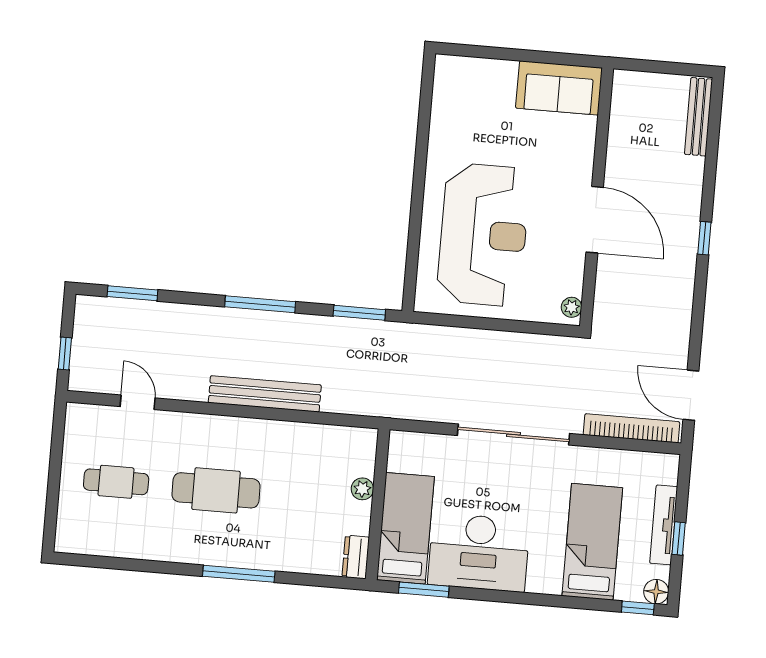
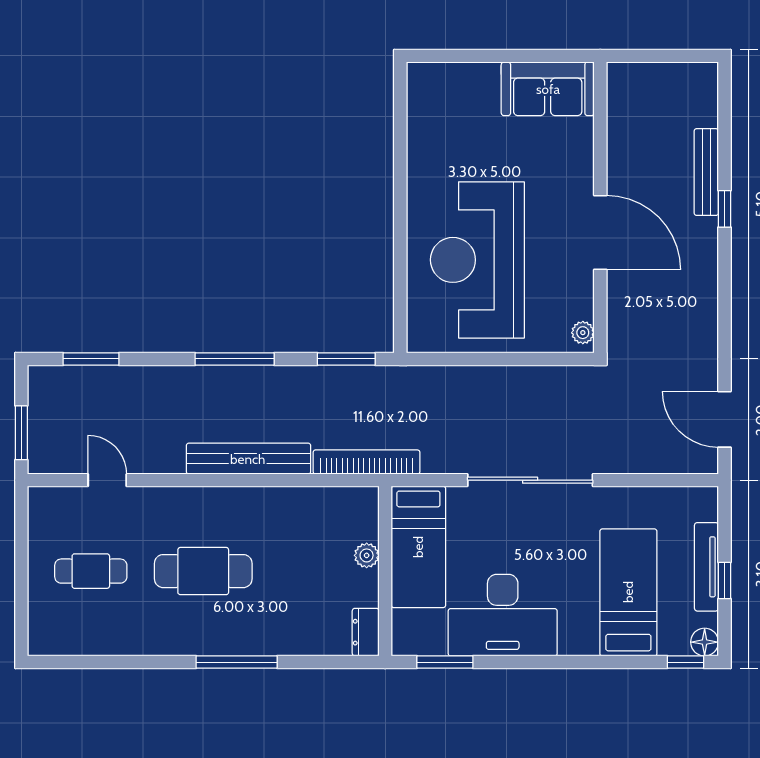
bench: (698, 117) -> (706, 172), moved
reception desk: (483, 235) -> (477, 260), turned 180
window: (704, 238) -> (725, 209), moved
window: (65, 354) -> (21, 433), width x1.50
bookcase: (631, 428) -> (366, 462), moved
bed: (405, 528) -> (418, 547), moved, turned 180

